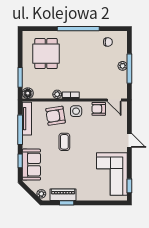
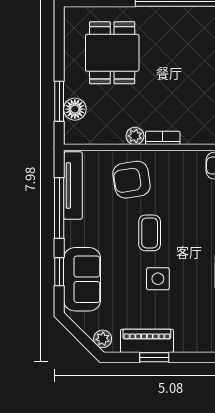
floor lamp: (28, 93) -> (75, 109), moved
side table: (76, 111) -> (158, 279), moved

